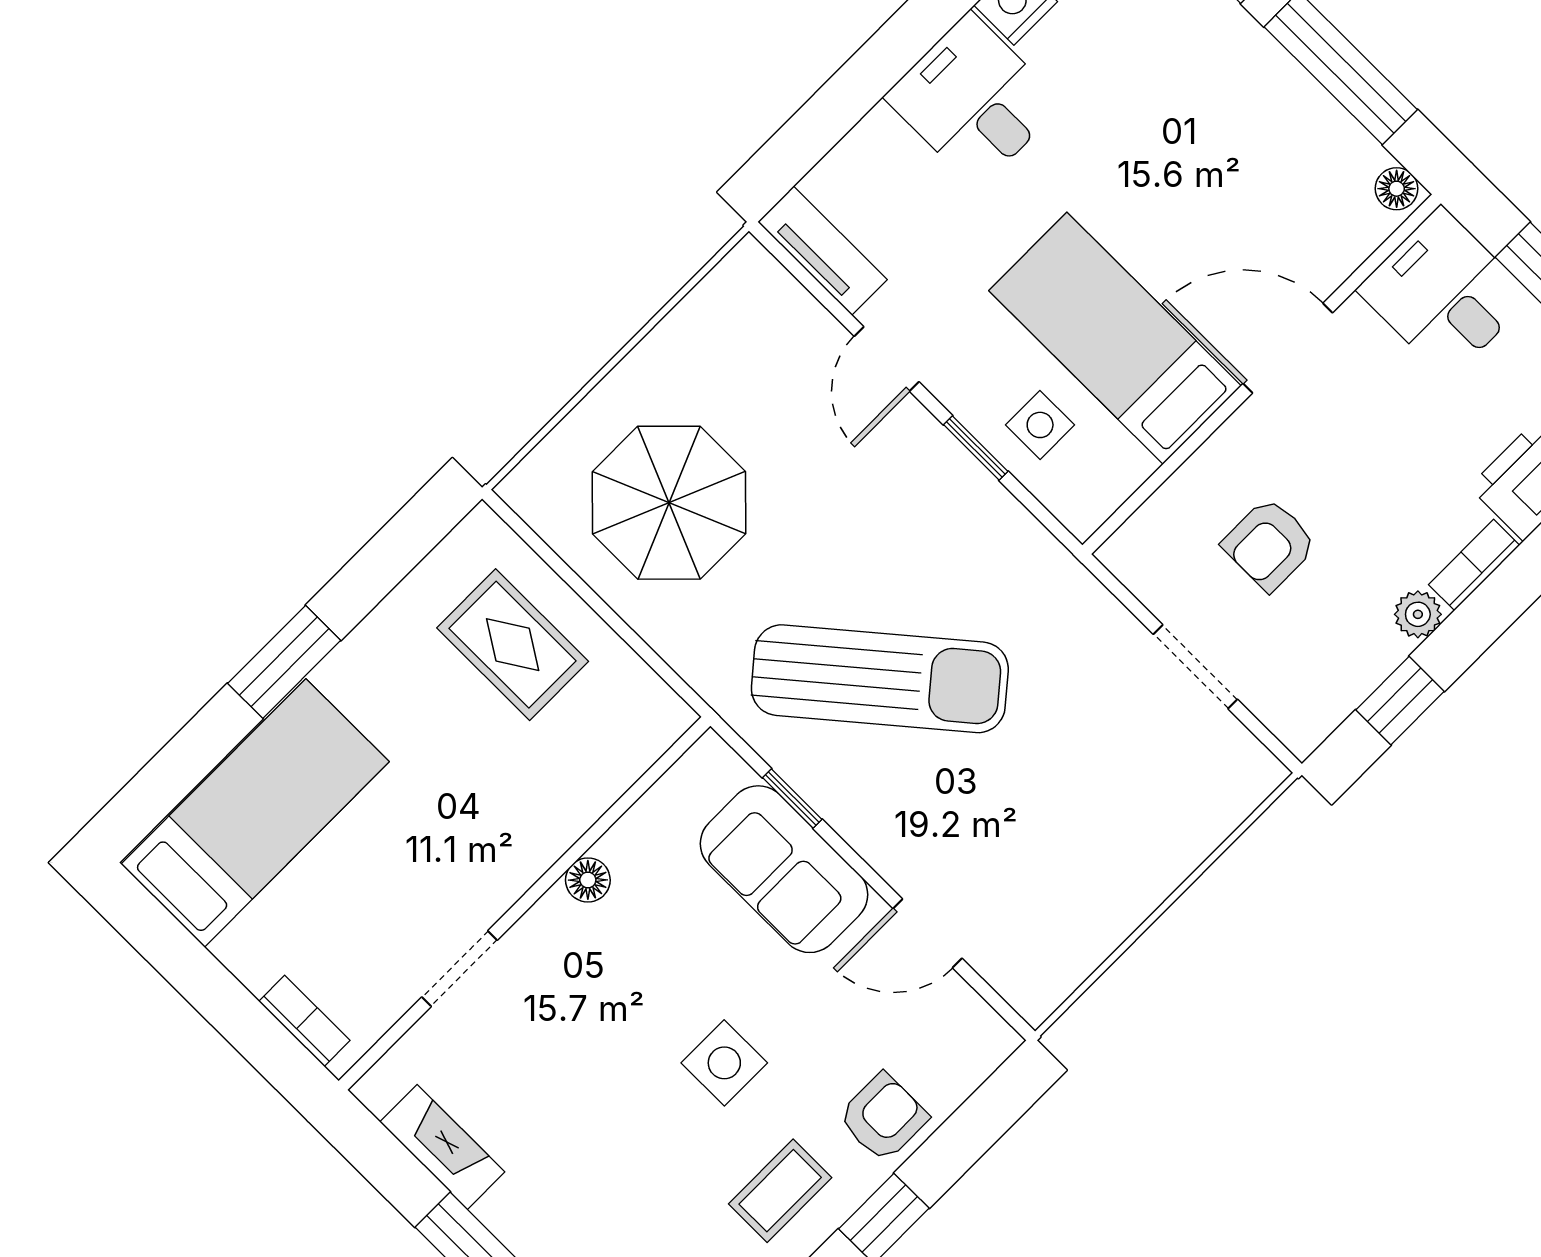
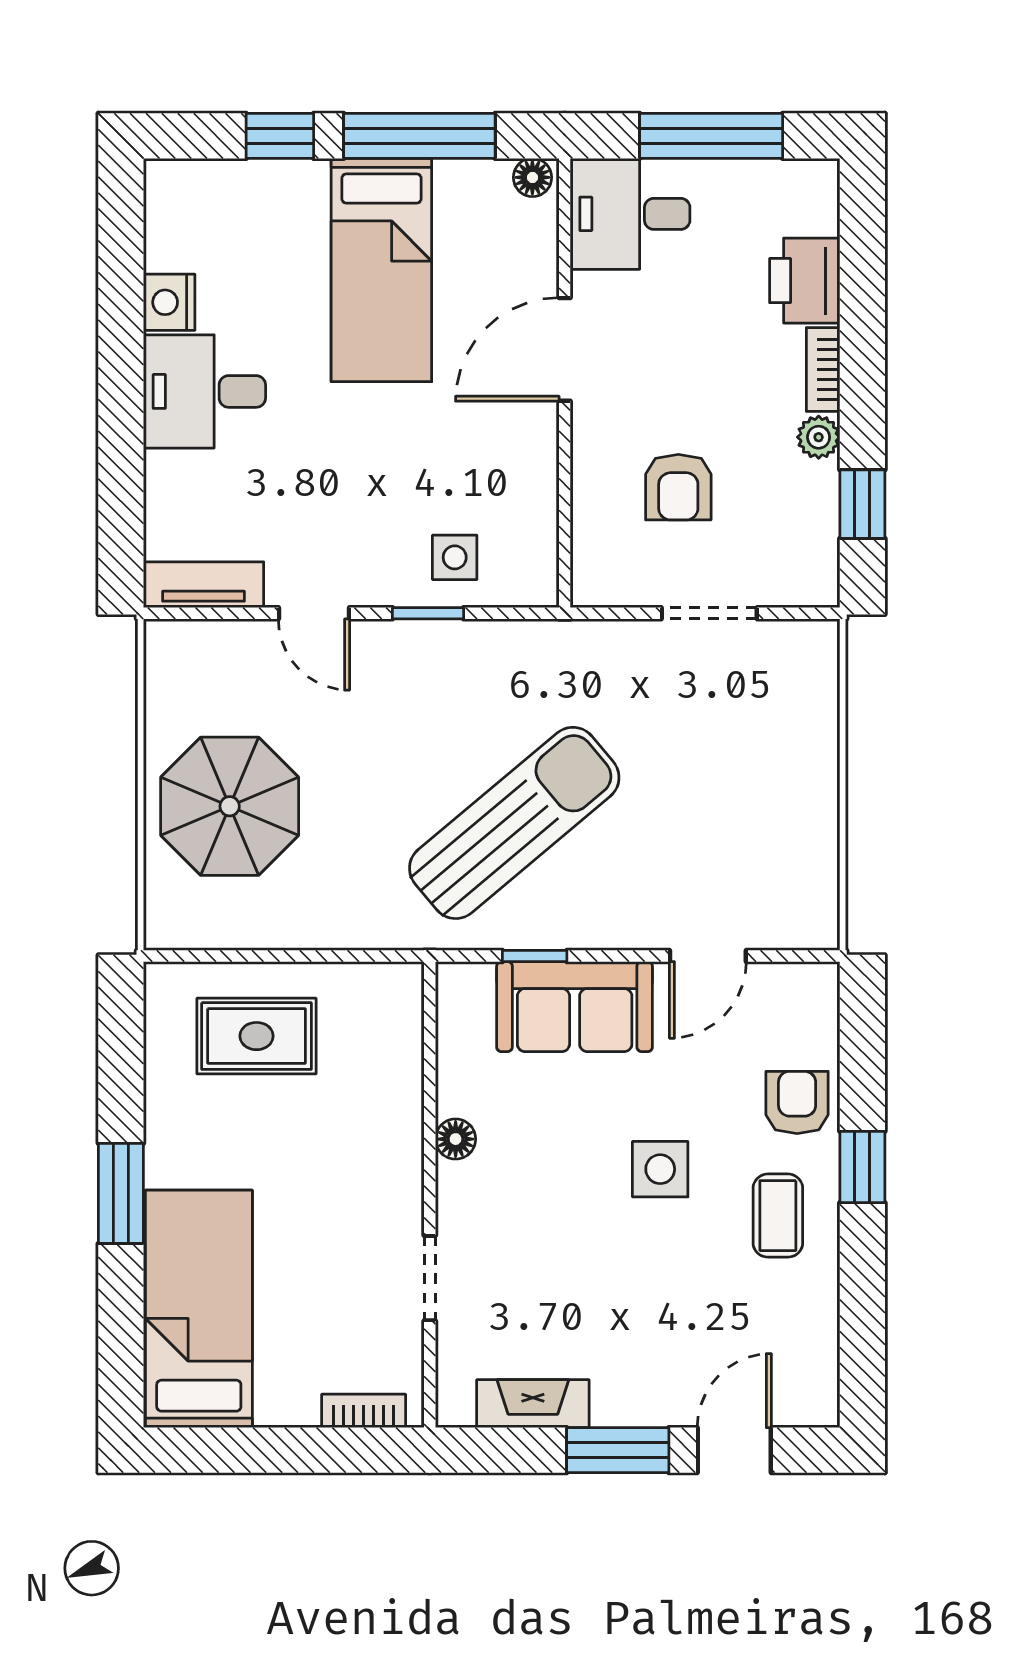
bed: (1115, 338) -> (381, 270), moved, turned -90
parasol: (669, 503) -> (230, 806), moved

